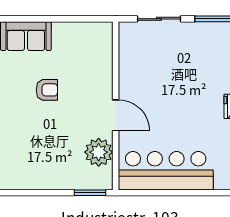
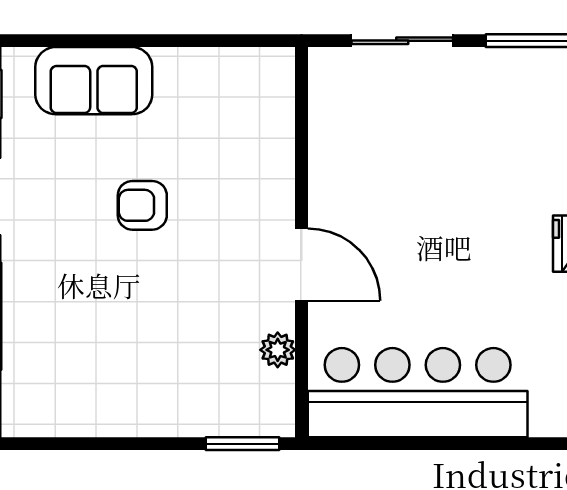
armchair: (47, 90) -> (142, 205), turned 180
plant: (99, 152) -> (278, 350), width x0.53, depth x0.53

